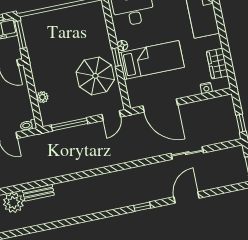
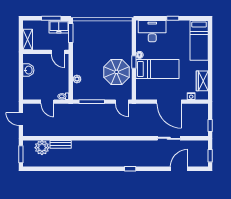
door: (160, 106) -> (169, 102), moved
door: (111, 116) -> (122, 102), hinge flipped
door: (186, 198) -> (179, 169), moved

